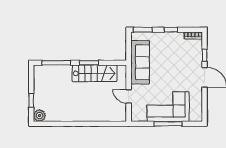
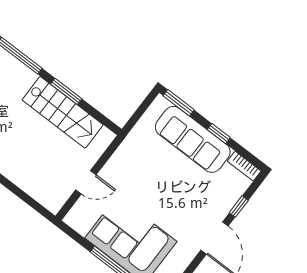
sofa: (140, 62) -> (193, 139), moved, turned 90
door: (129, 96) -> (86, 182), swing flipped

